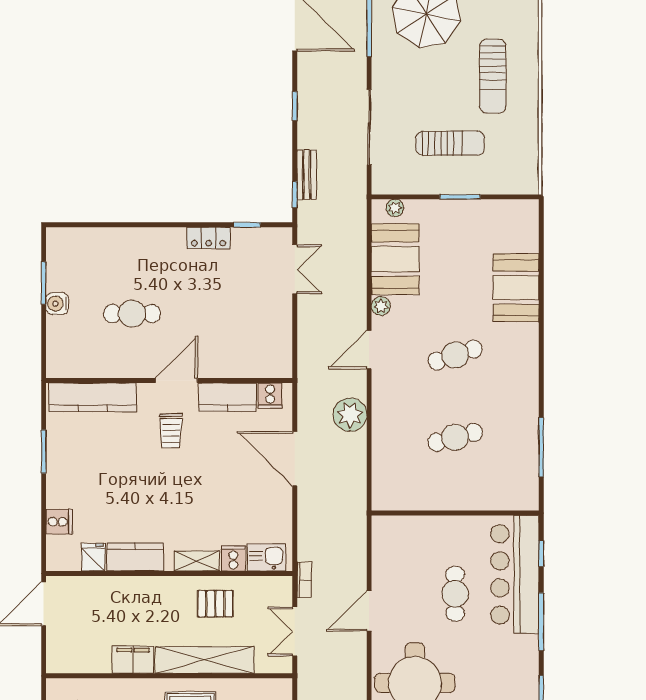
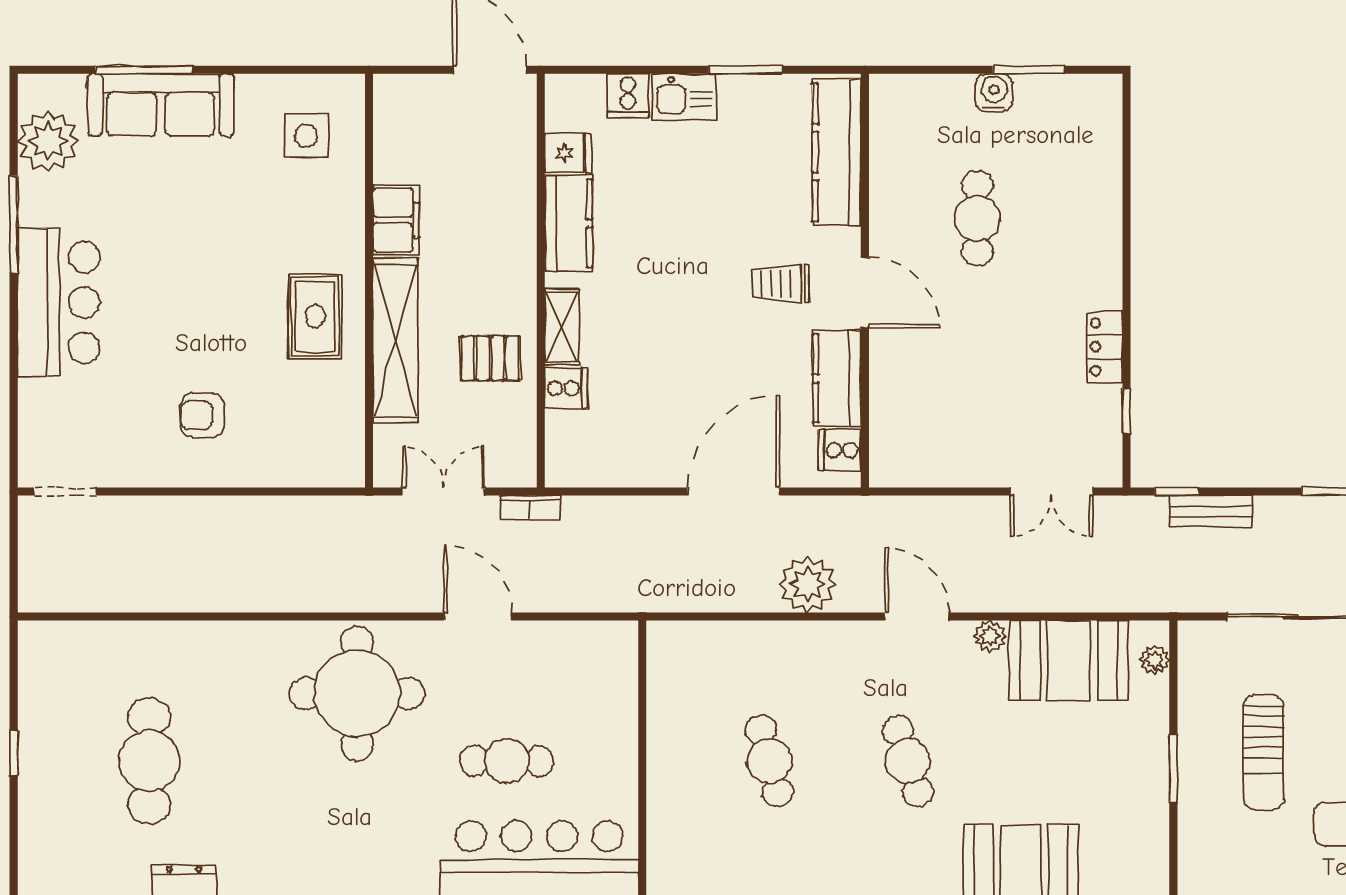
kitchen sink: (266, 557) -> (684, 97), moved, turned 90
pallet: (215, 604) -> (490, 358), turned 90

